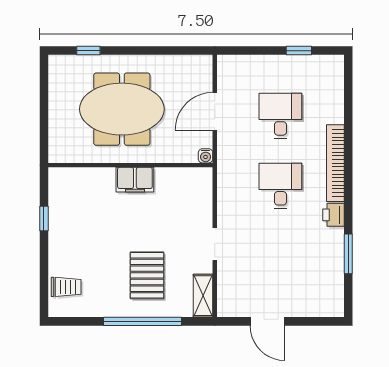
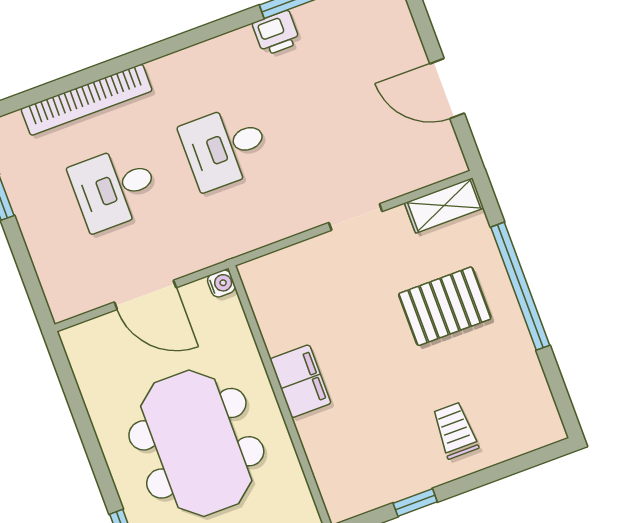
bookcase: (335, 163) -> (87, 100), moved
printer: (333, 215) -> (276, 33), moved
trolley: (66, 287) -> (455, 431), moved
door: (267, 321) -> (447, 88), swing flipped

